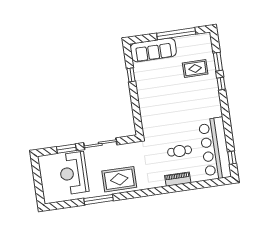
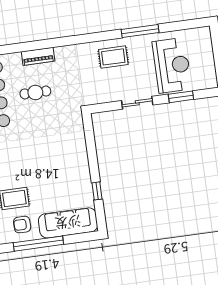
armchair: (189, 48) -> (22, 225), added
sliding door: (100, 144) -> (137, 103), width x0.73
rug: (119, 179) -> (113, 57), width x0.73, depth x0.70

